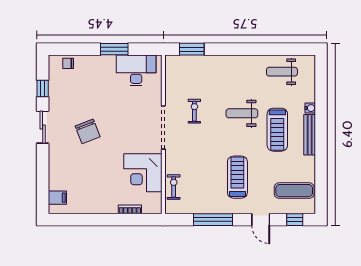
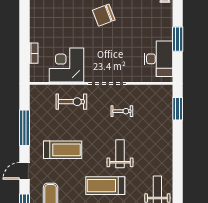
exercise bike: (174, 187) -> (71, 102), moved, width x1.38, depth x1.39

